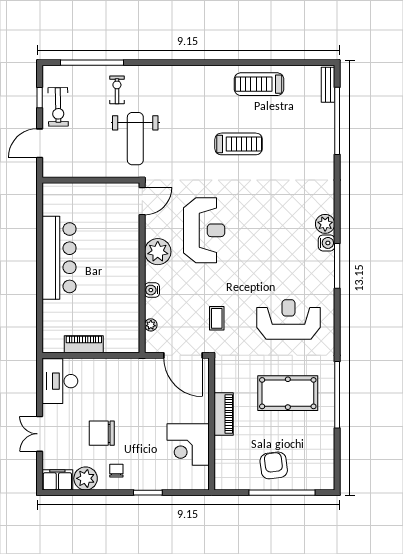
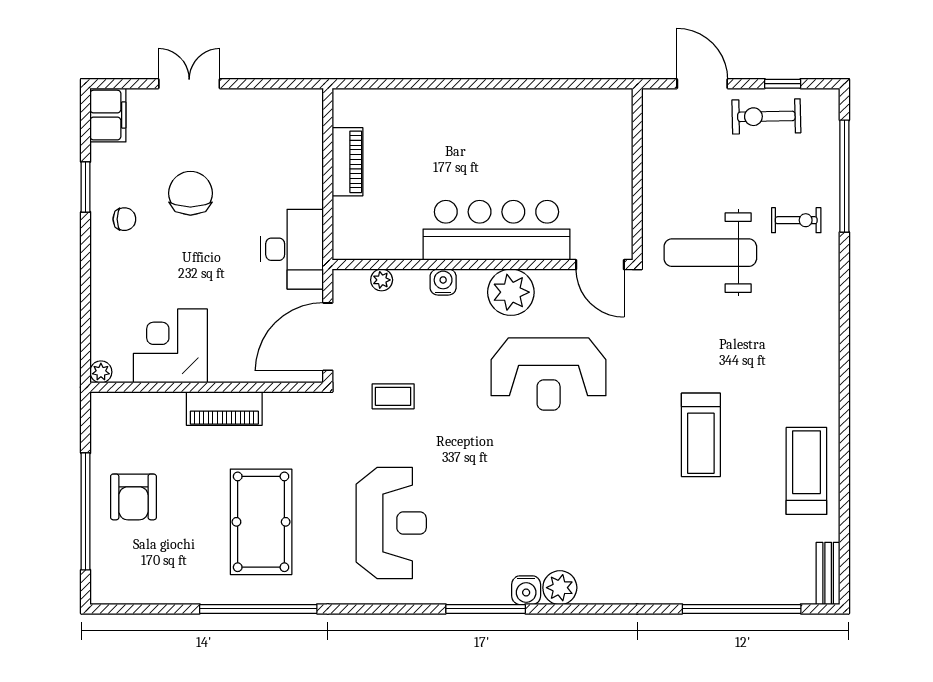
bench: (328, 85) -> (828, 573), moved, turned 90
bar counter: (59, 258) -> (496, 230), moved, turned 180
desk: (60, 381) -> (292, 249), moved, turned 90
armchair: (274, 465) -> (133, 497), turned 97
plant: (86, 478) -> (101, 372), moved, width x0.53, depth x0.53
window: (148, 493) -> (86, 187), moved

